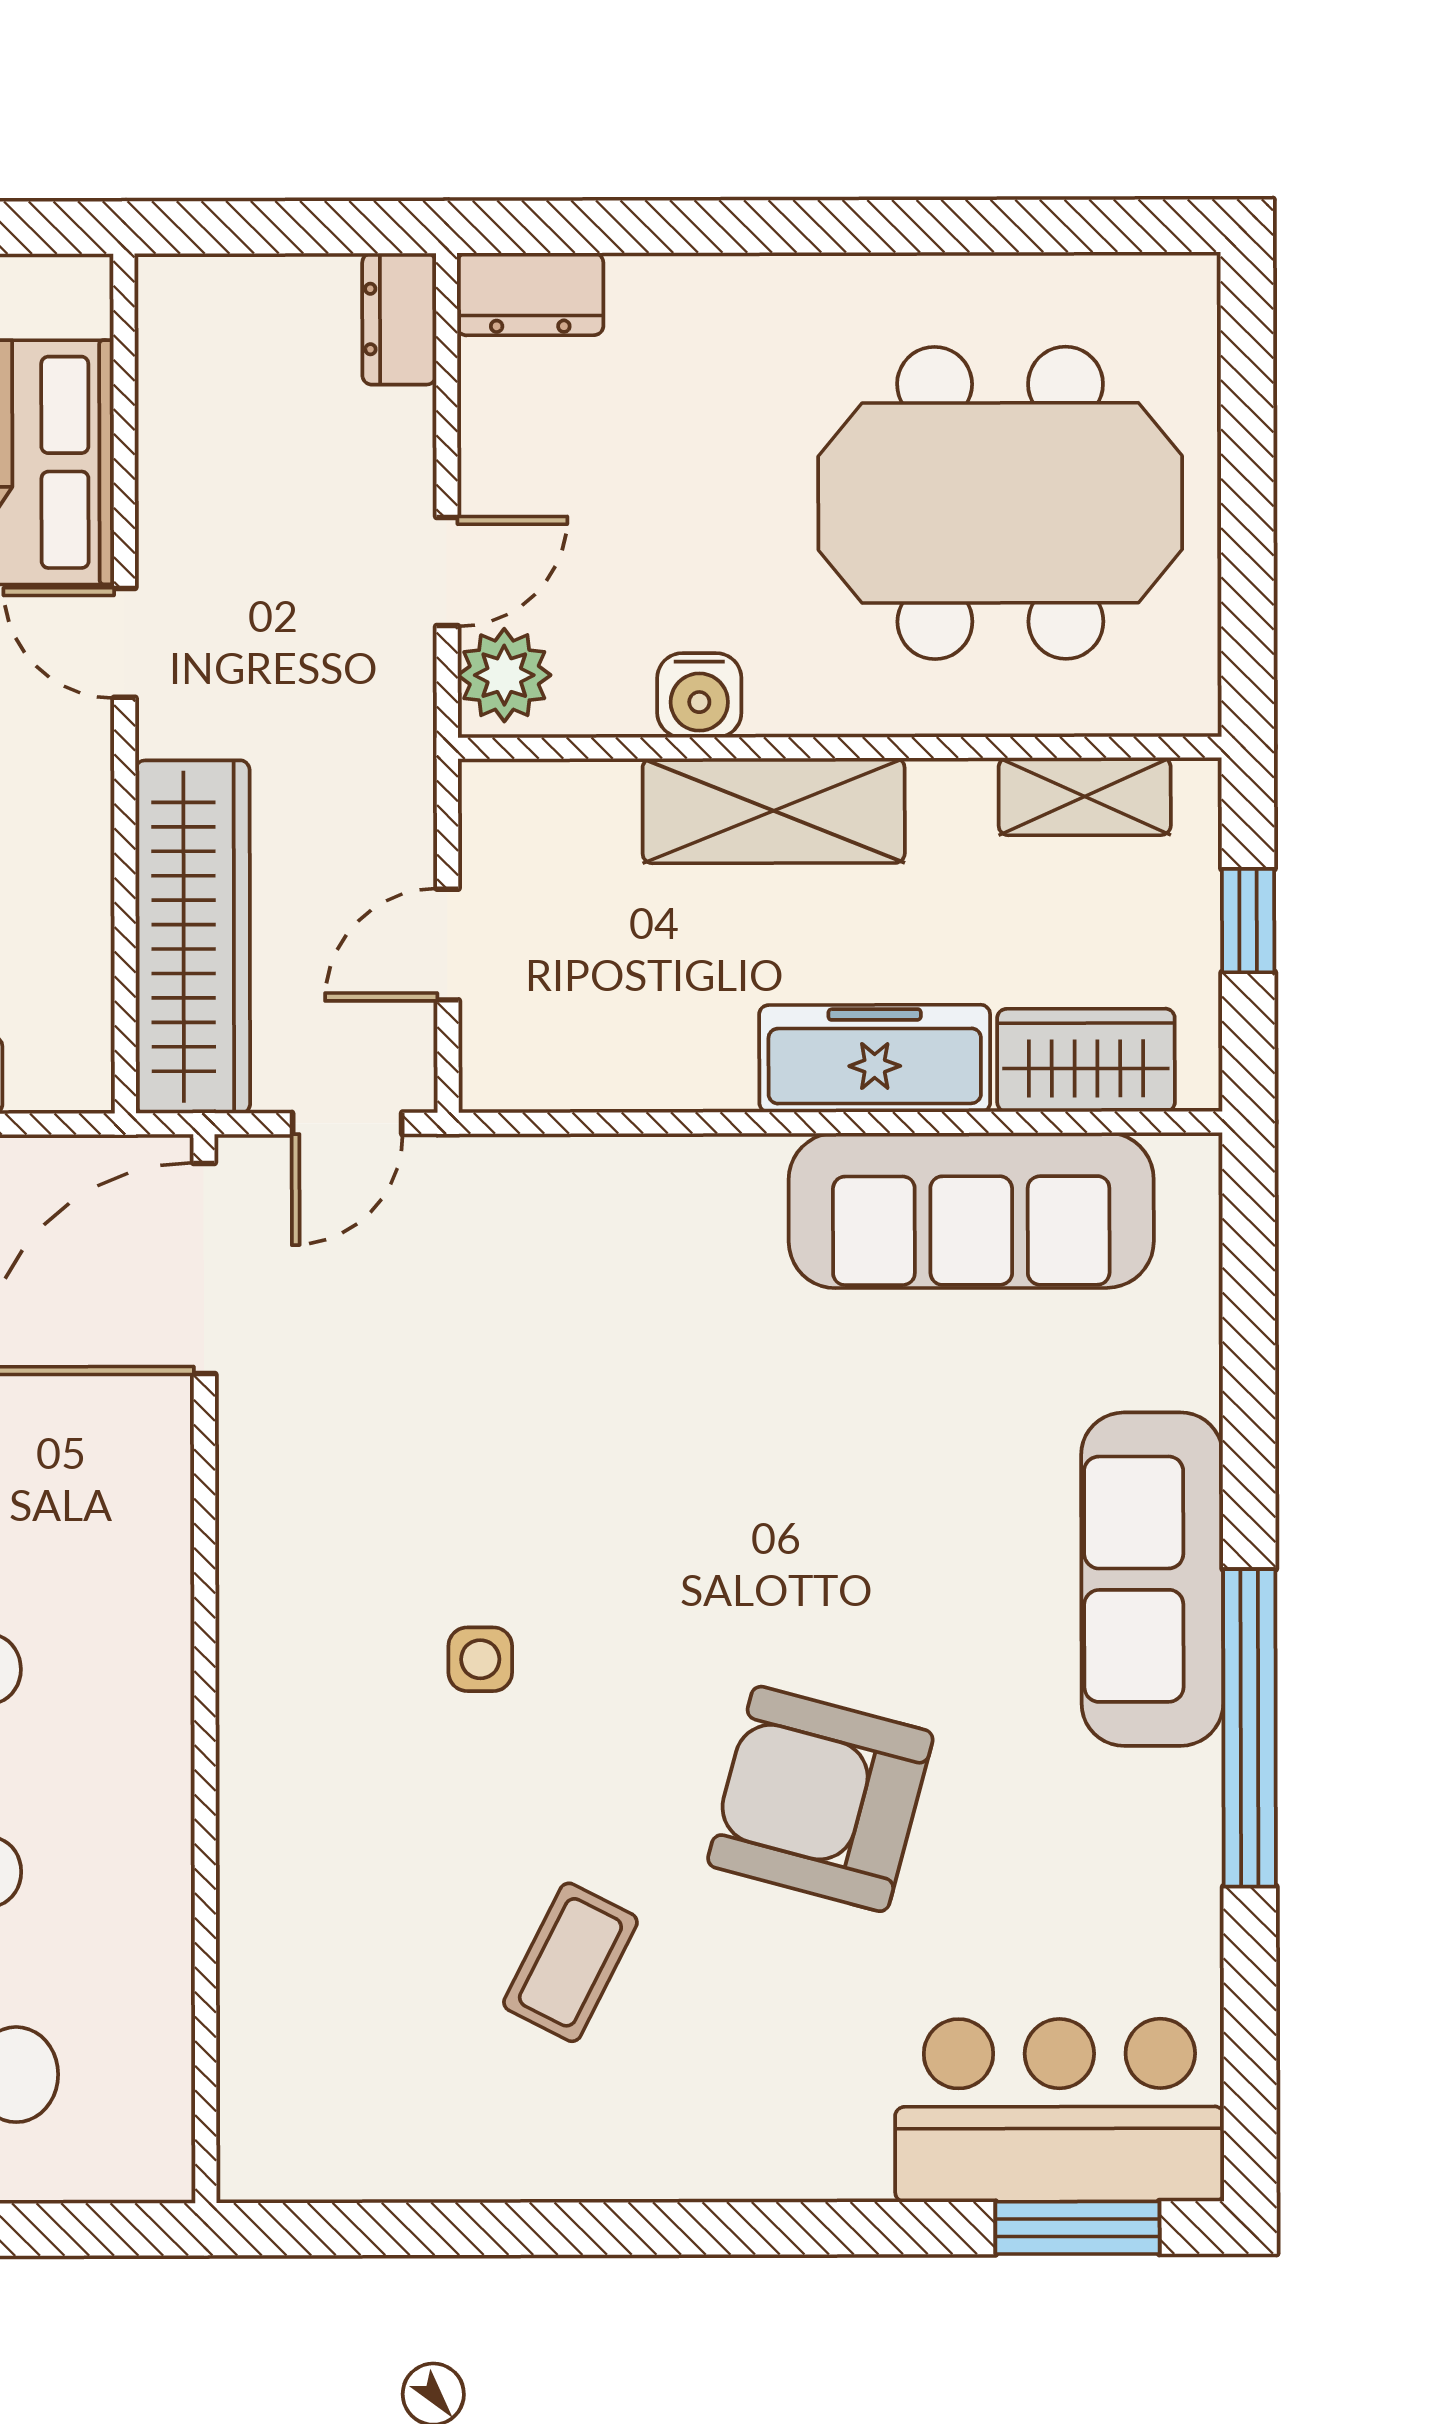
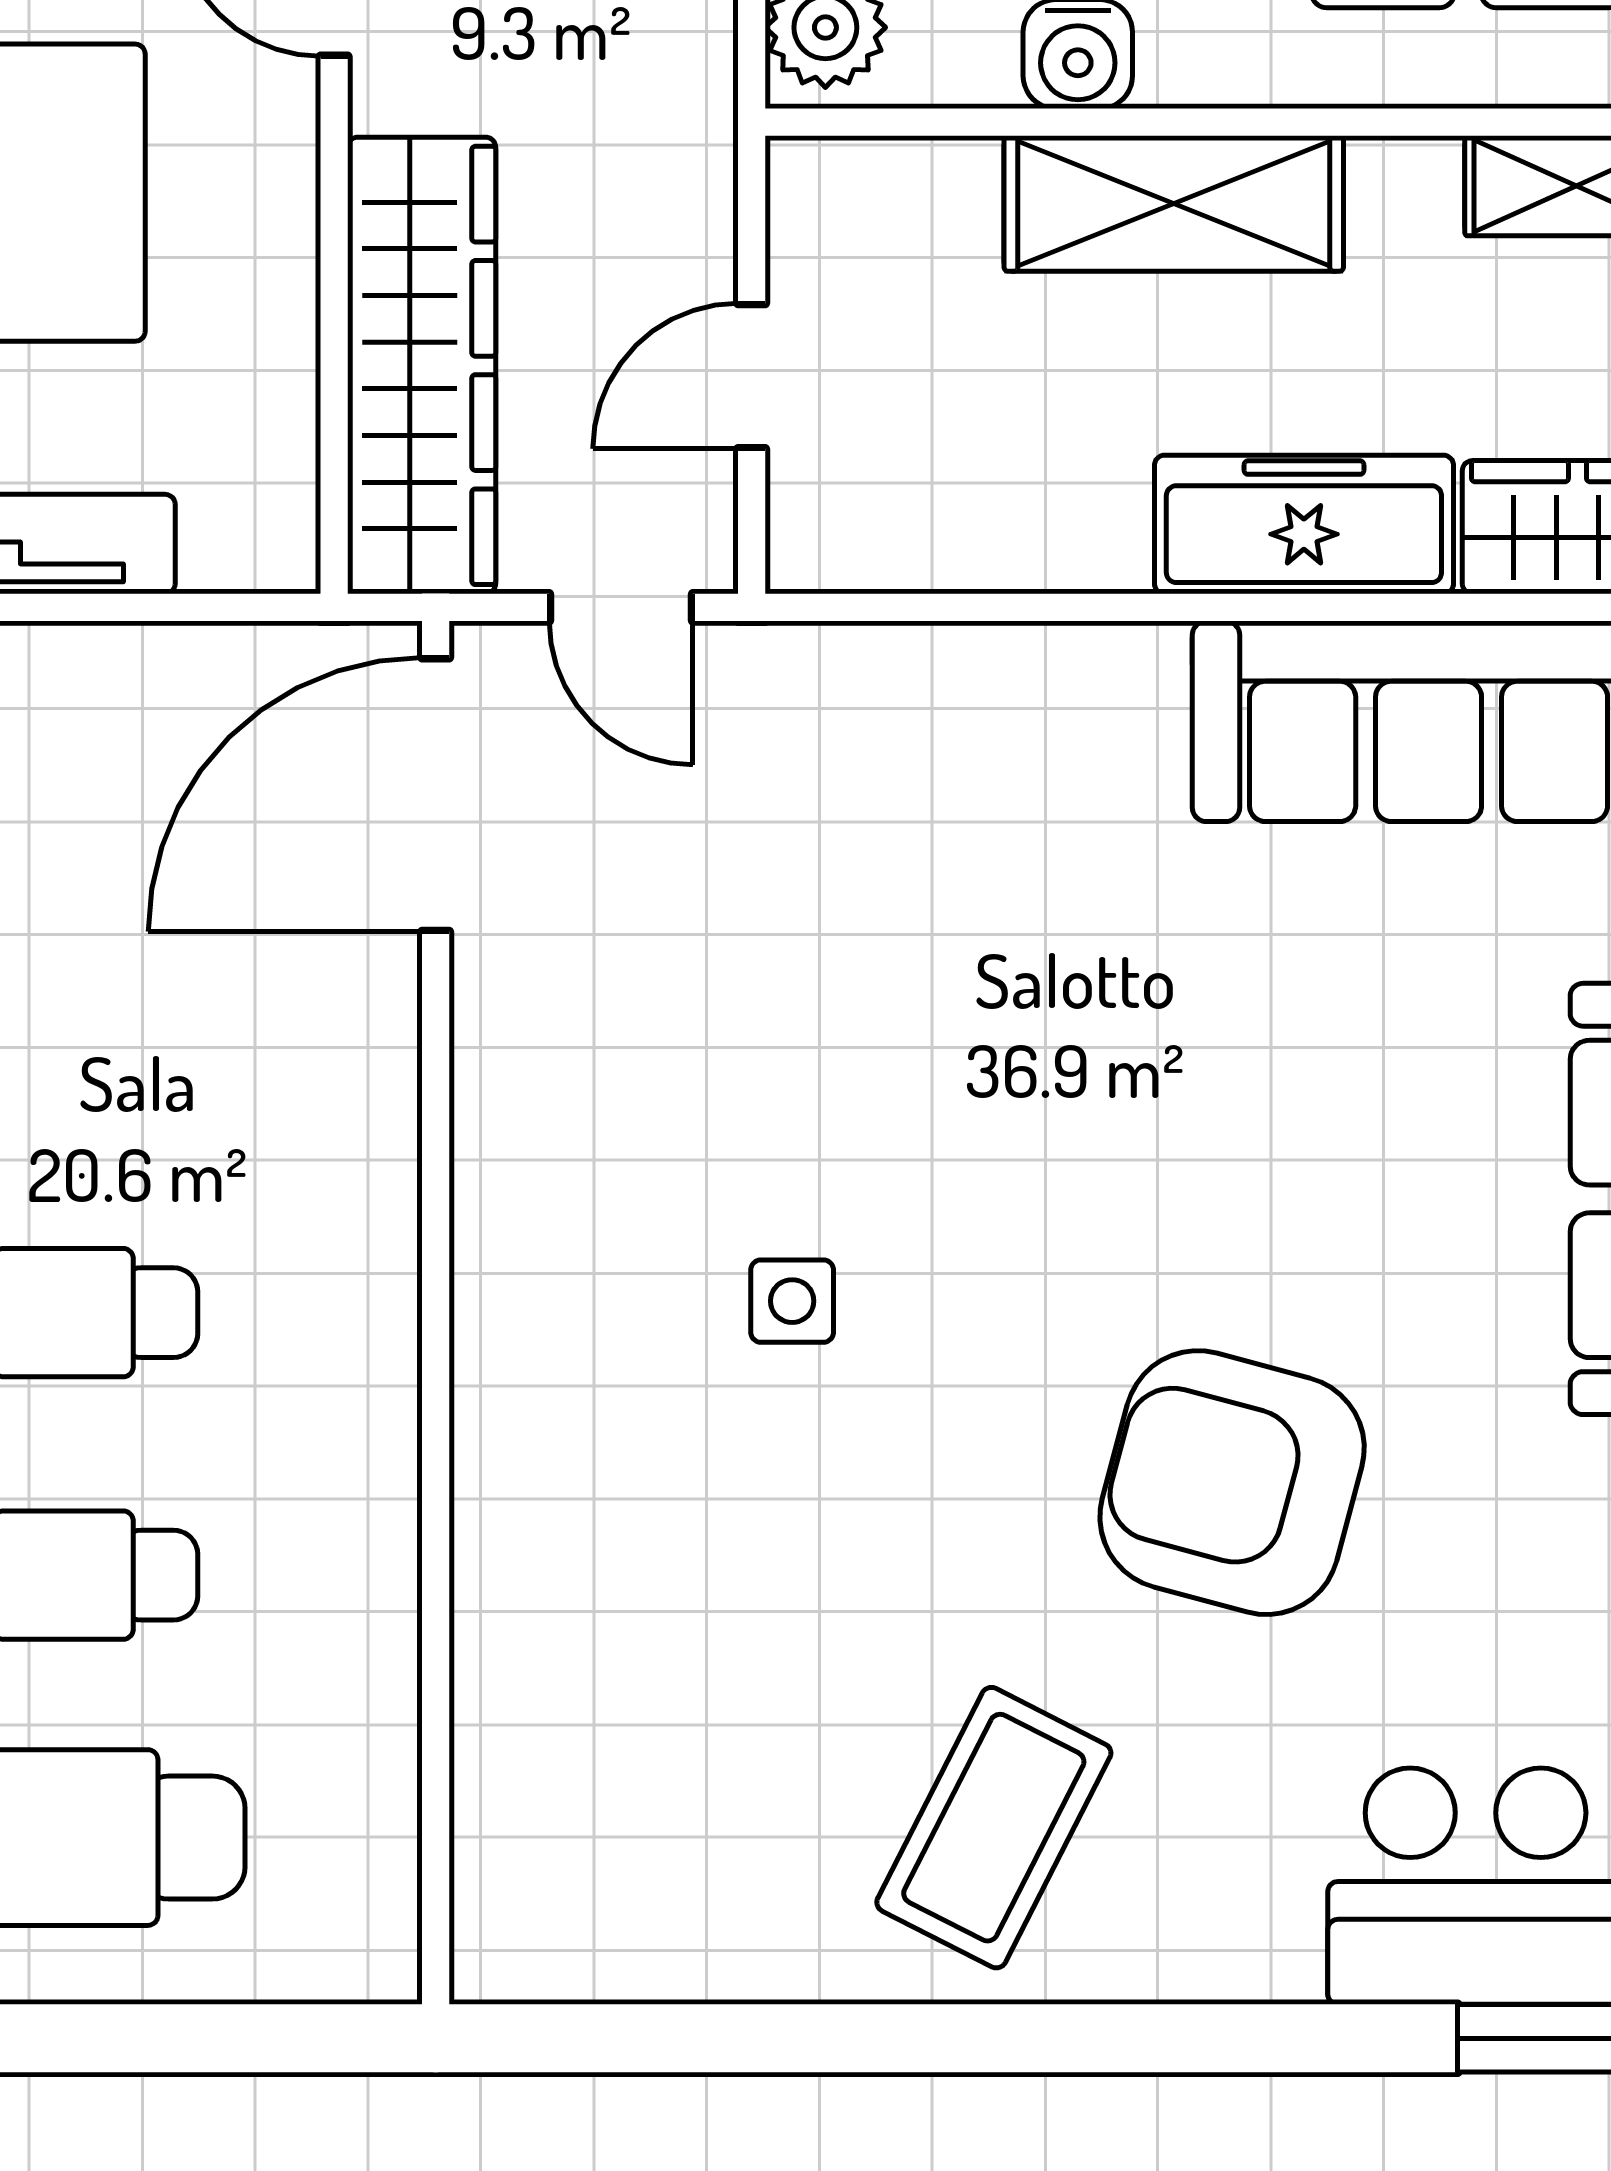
door: (347, 1123) -> (621, 607), hinge flipped
coffee table: (570, 1962) -> (994, 1828), moved, width x1.36, depth x1.30

